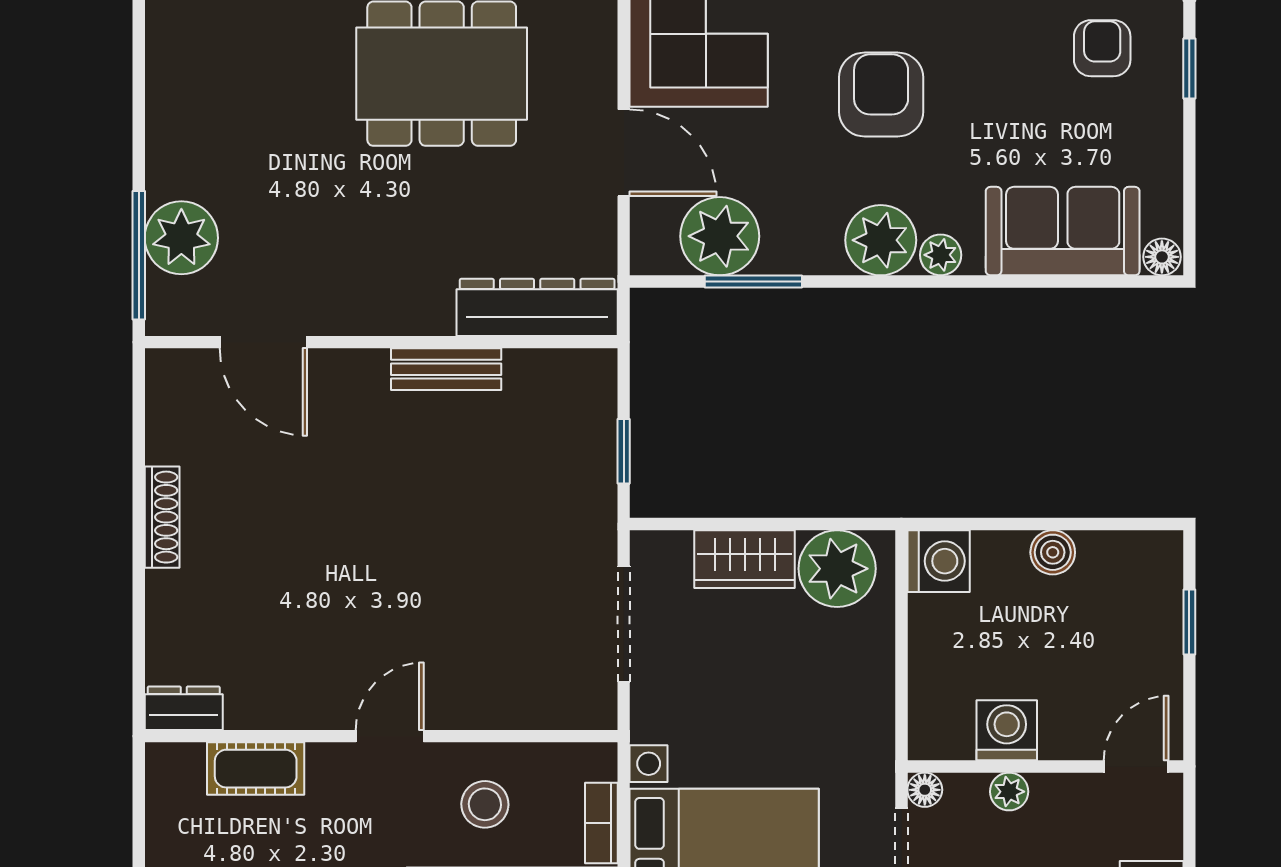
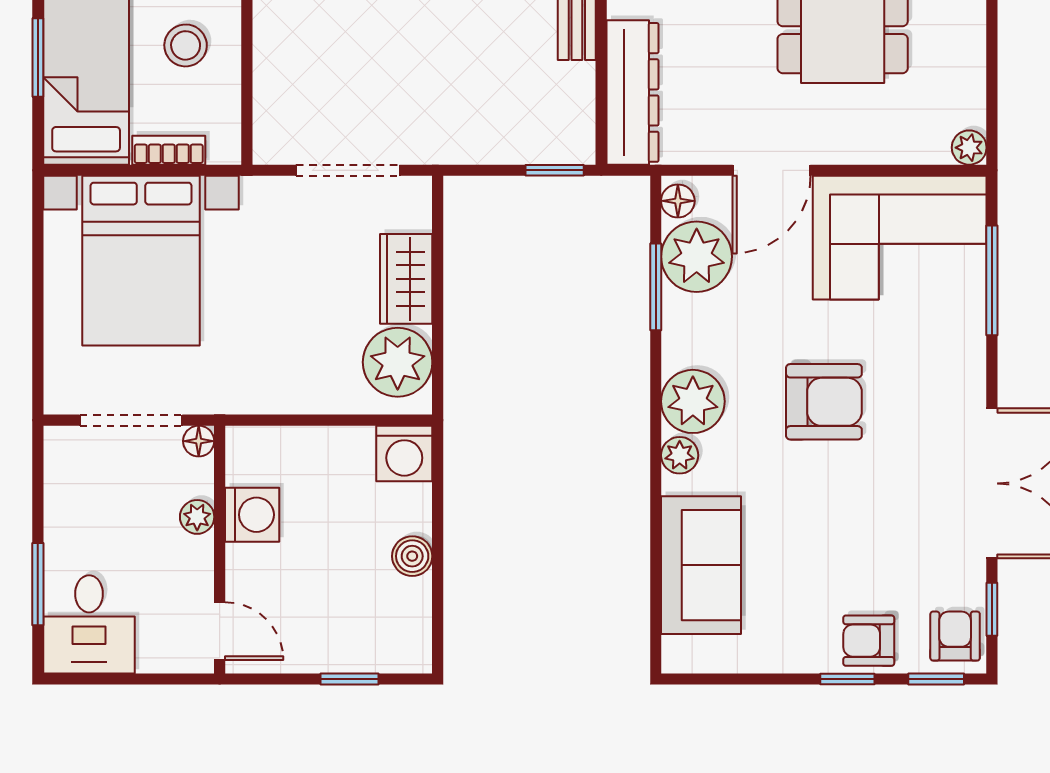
armchair: (1102, 48) -> (869, 641), moved, turned 180
floor lamp: (1162, 257) -> (678, 201), moved
window: (624, 451) -> (555, 170), moved

